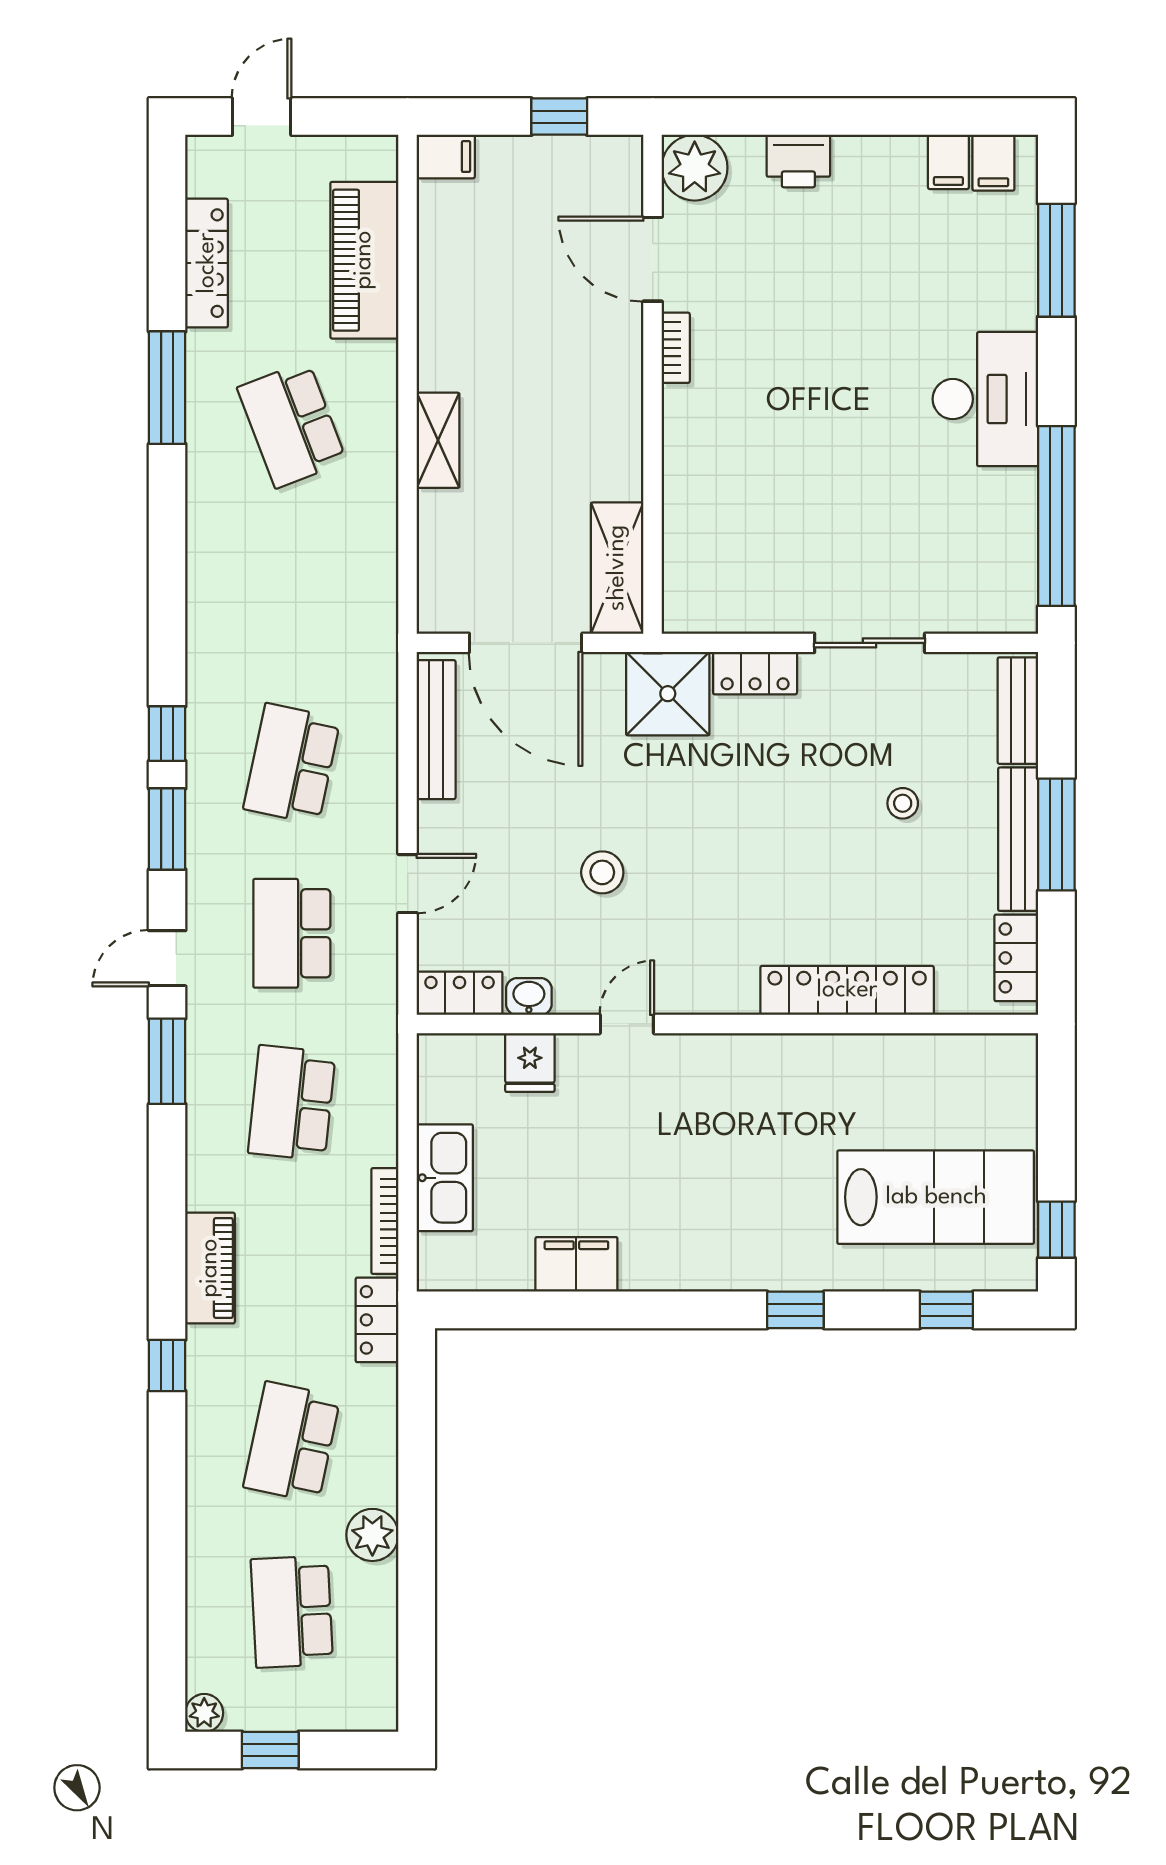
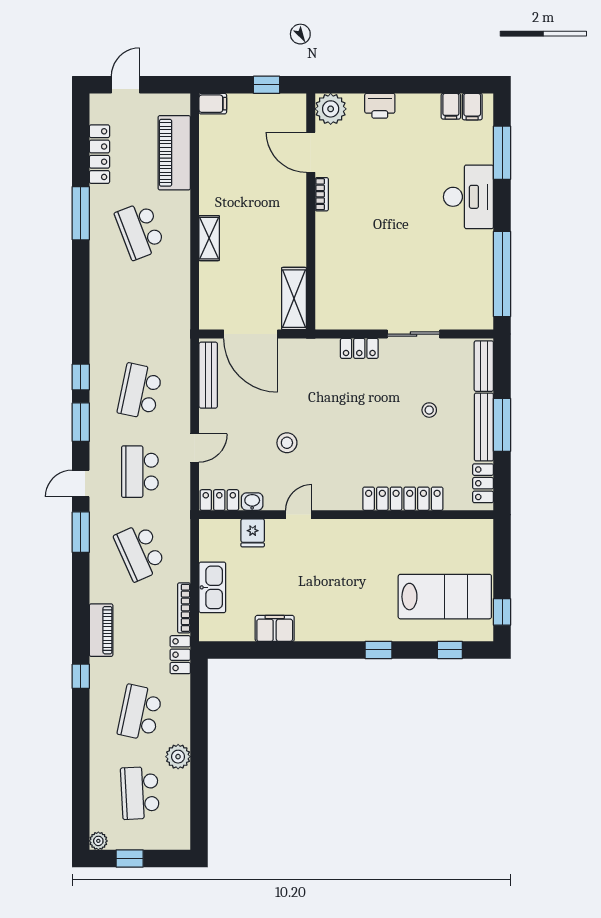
desk: (985, 399) -> (468, 197), moved
shower: (668, 694) -> (318, 358), removed
school desk: (292, 1103) -> (140, 552), turned -30

